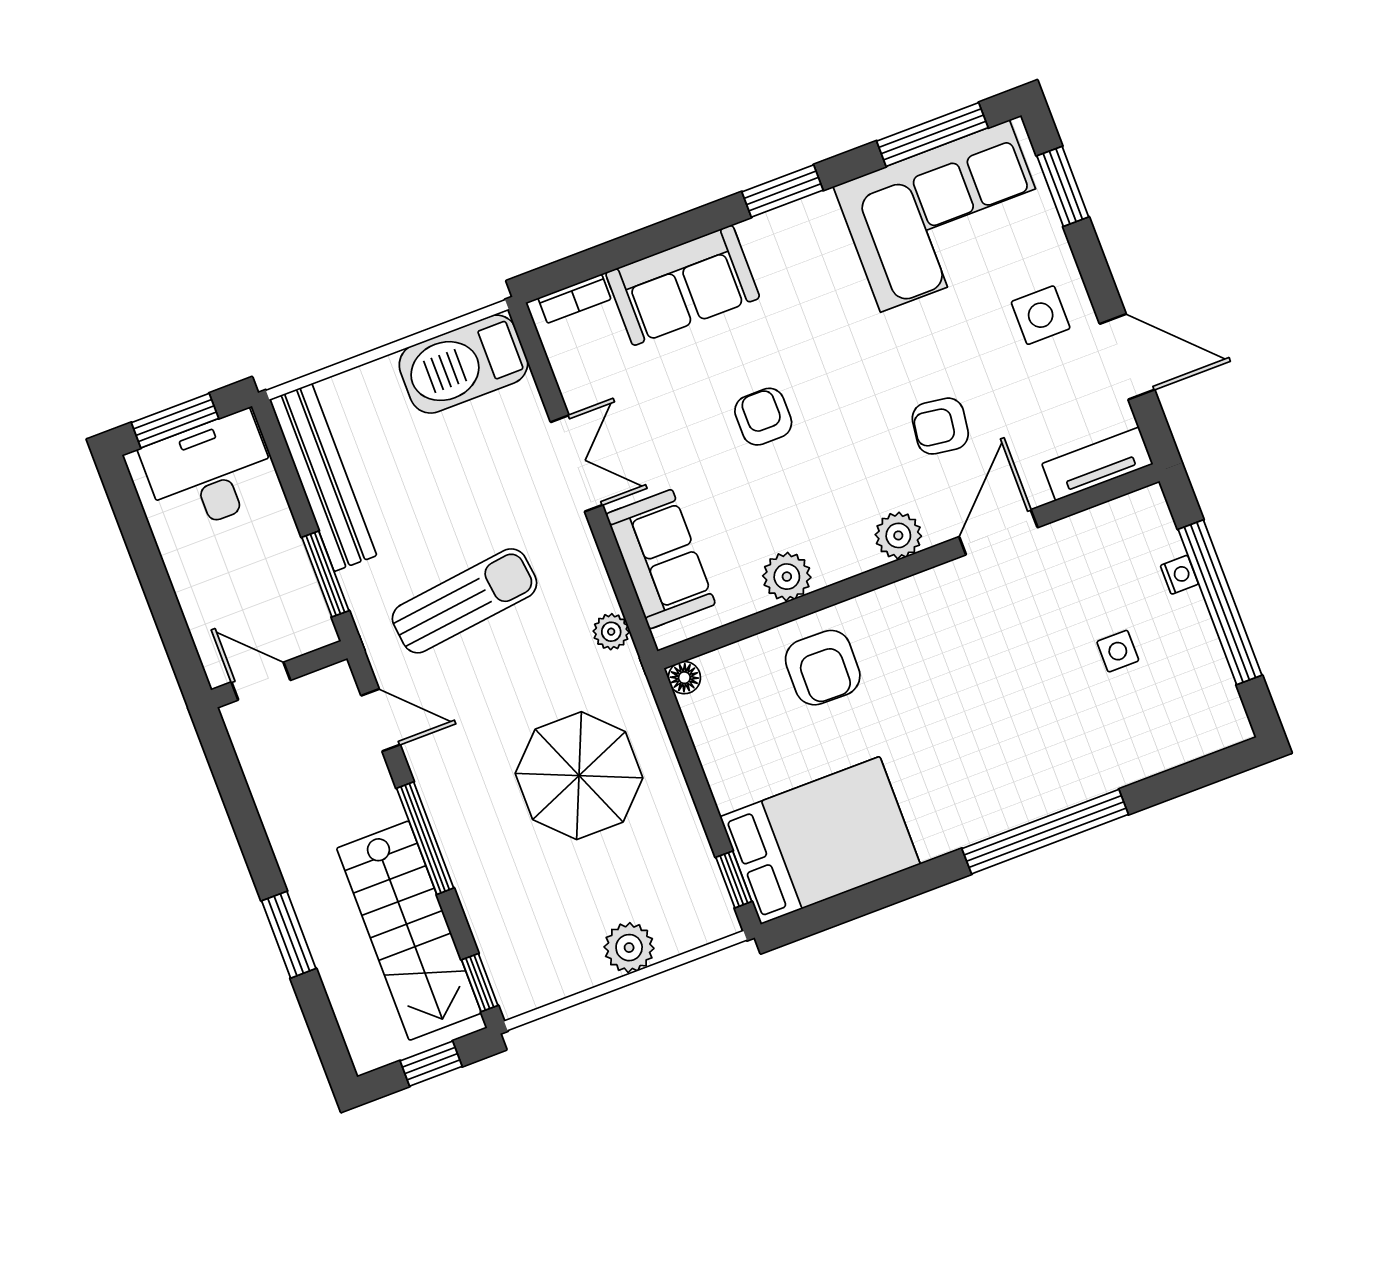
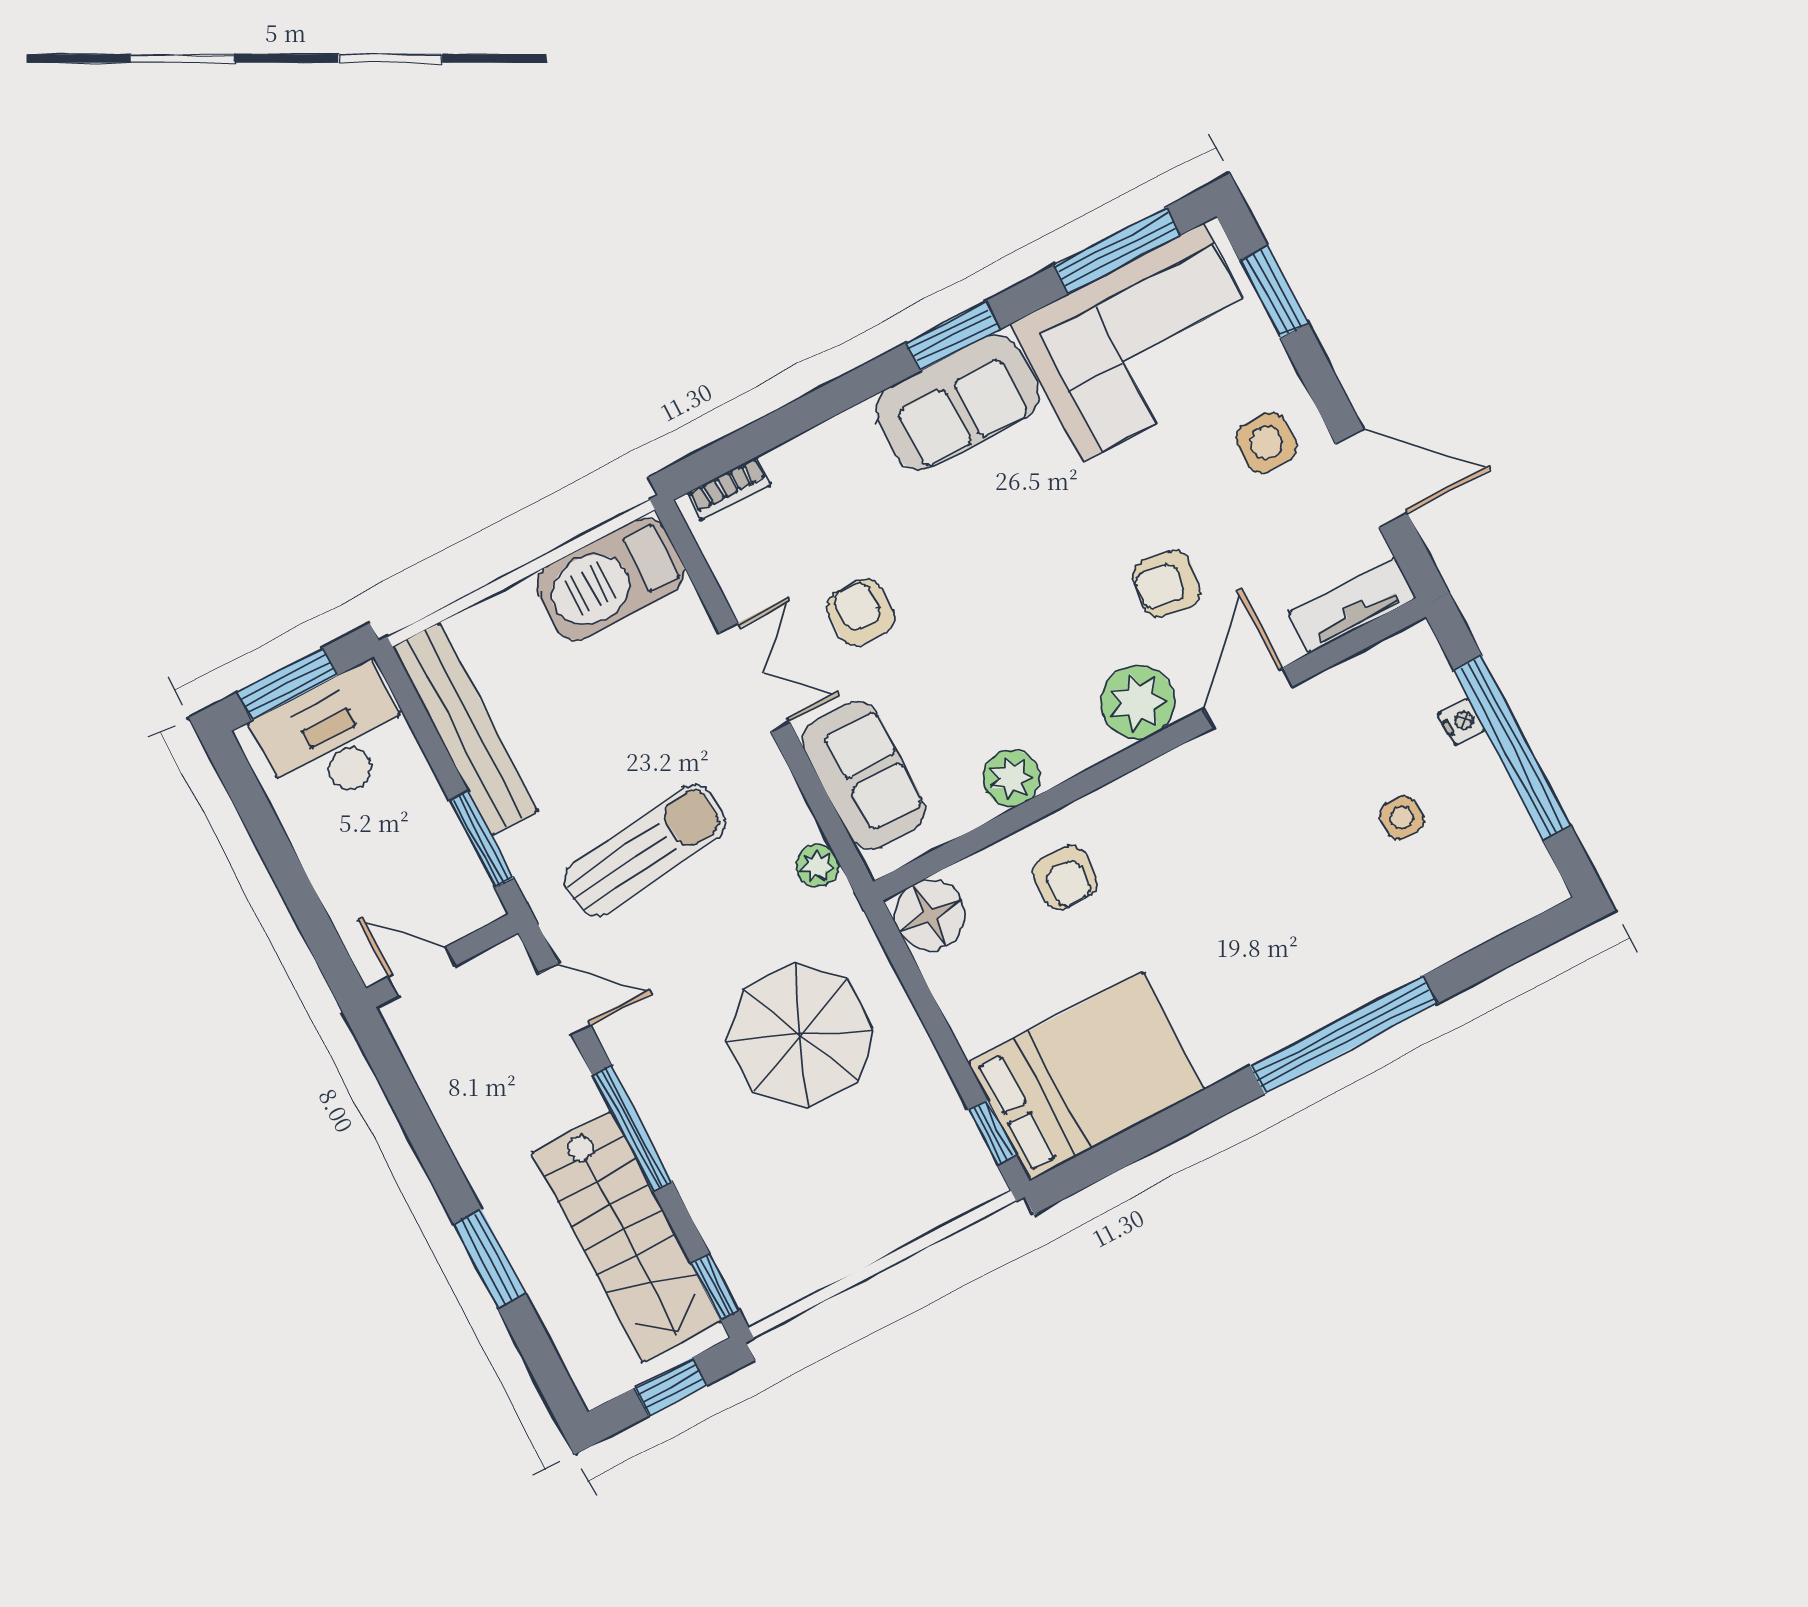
sofa: (683, 285) -> (958, 403), moved
armchair: (763, 417) -> (861, 613), moved
plant: (898, 535) -> (1138, 702), width x1.36, depth x1.36
armchair: (823, 668) -> (1065, 878), width x0.72, depth x0.72
floor lamp: (684, 678) -> (930, 915), width x1.89, depth x1.89
plant: (629, 948) -> (882, 1226), removed

